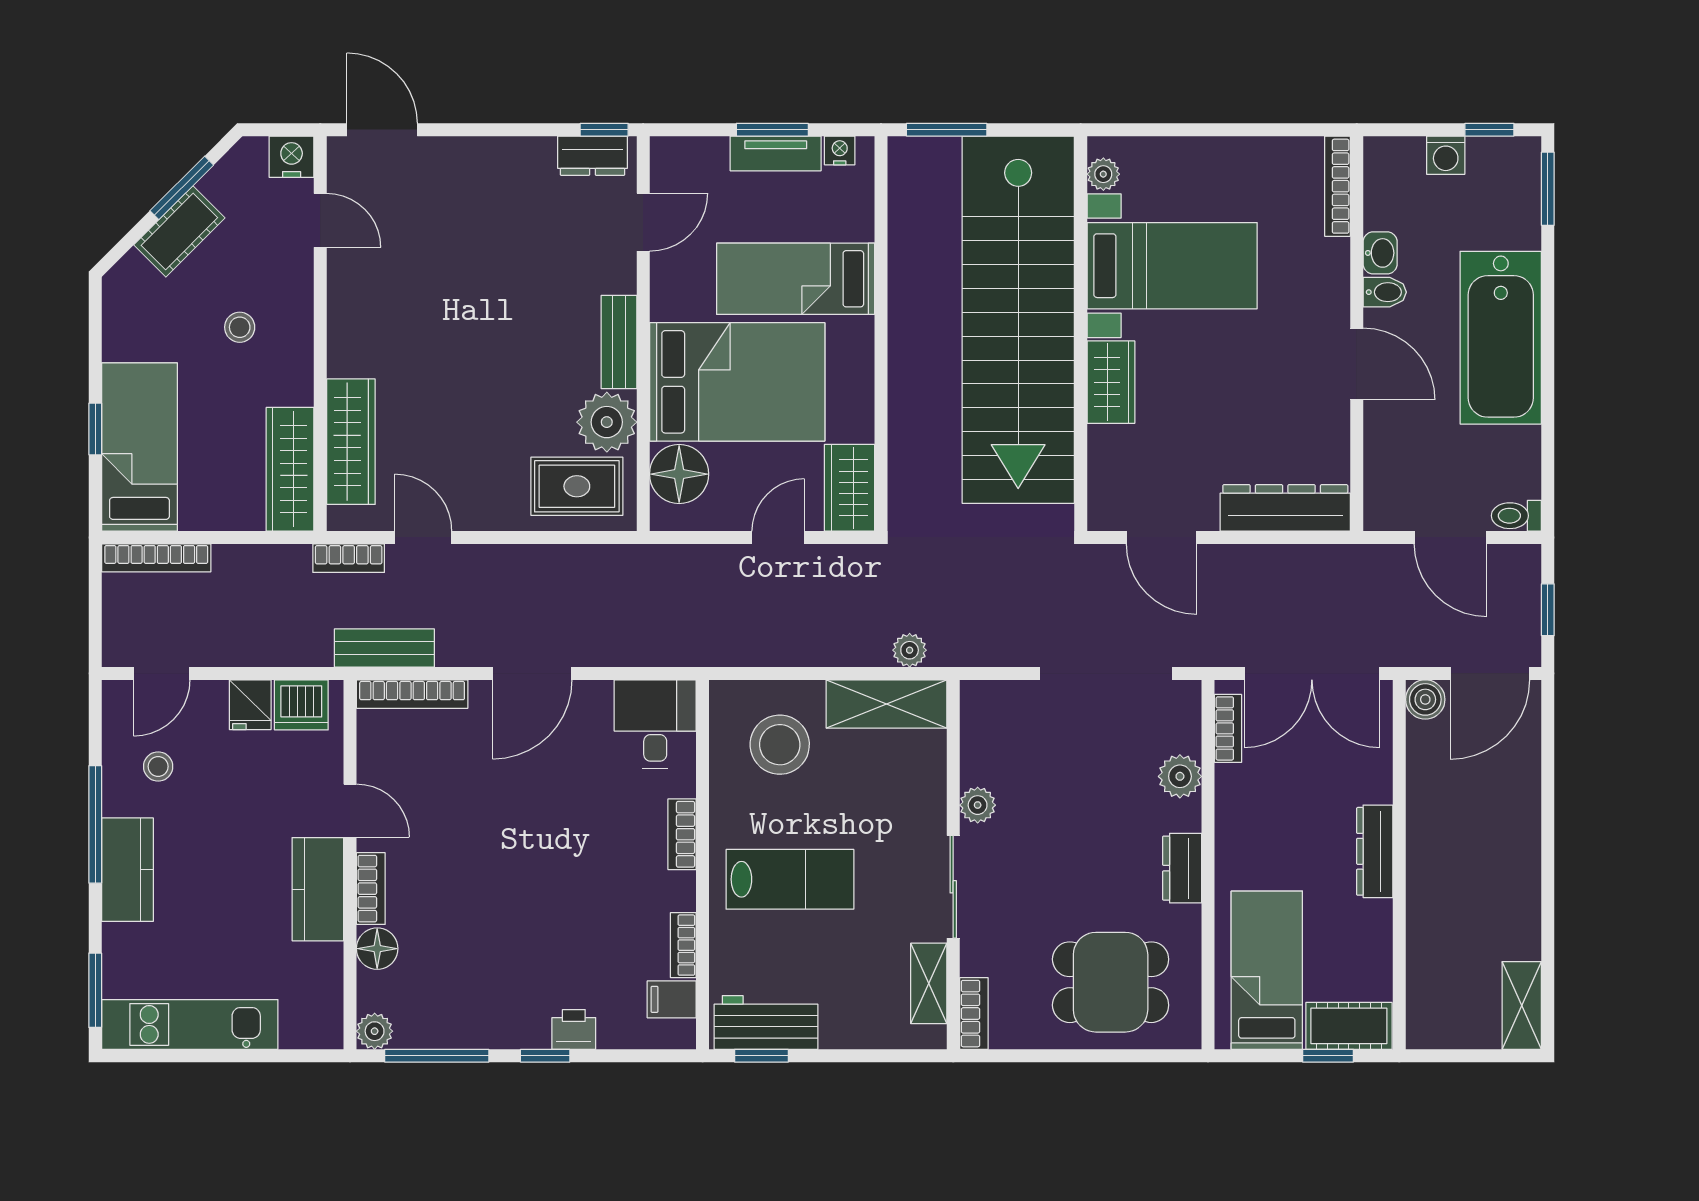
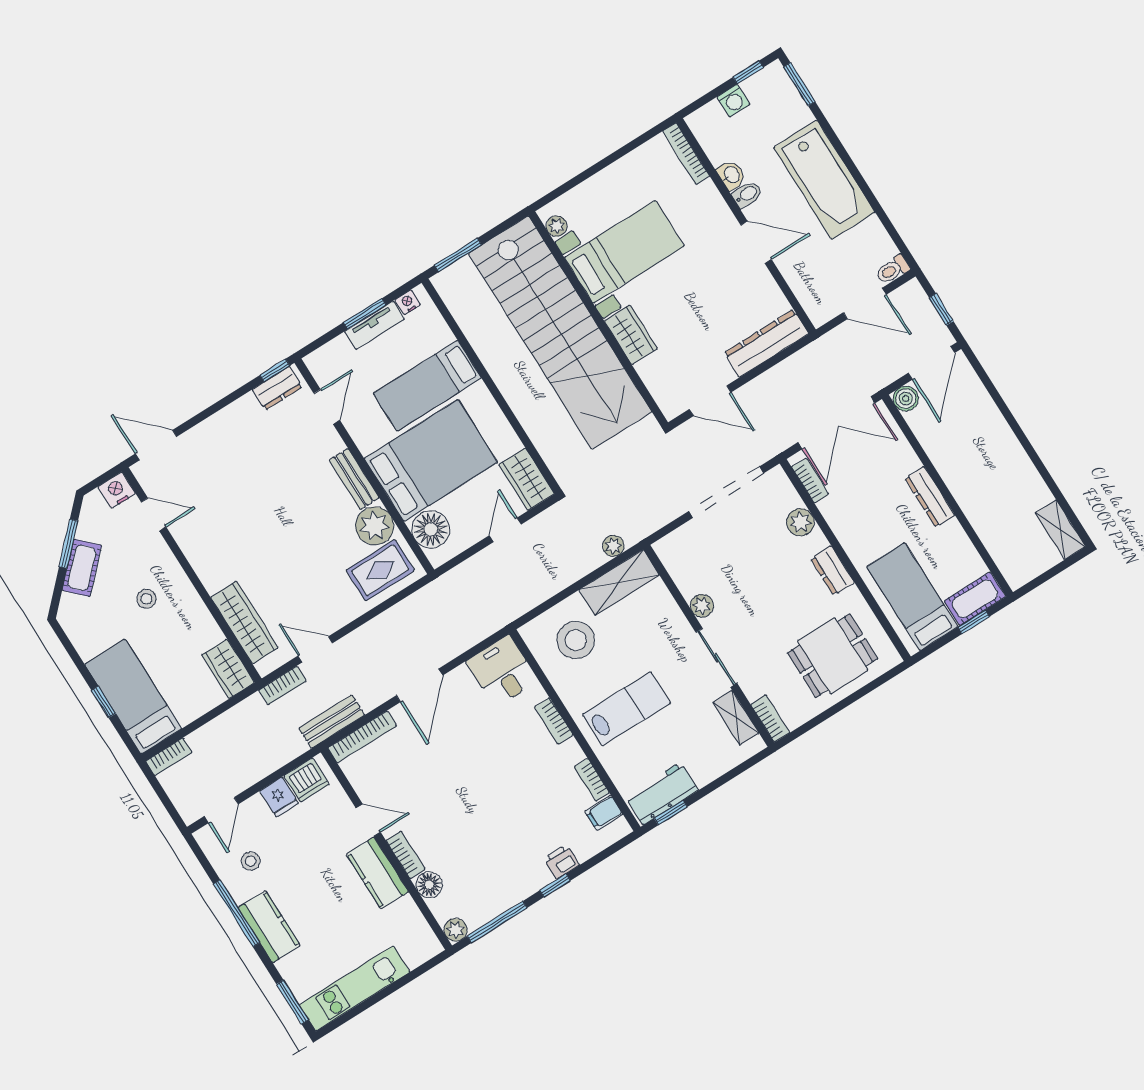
wardrobe: (290, 469) -> (228, 669), width x0.67
bookcase: (156, 558) -> (169, 757), width x0.64

